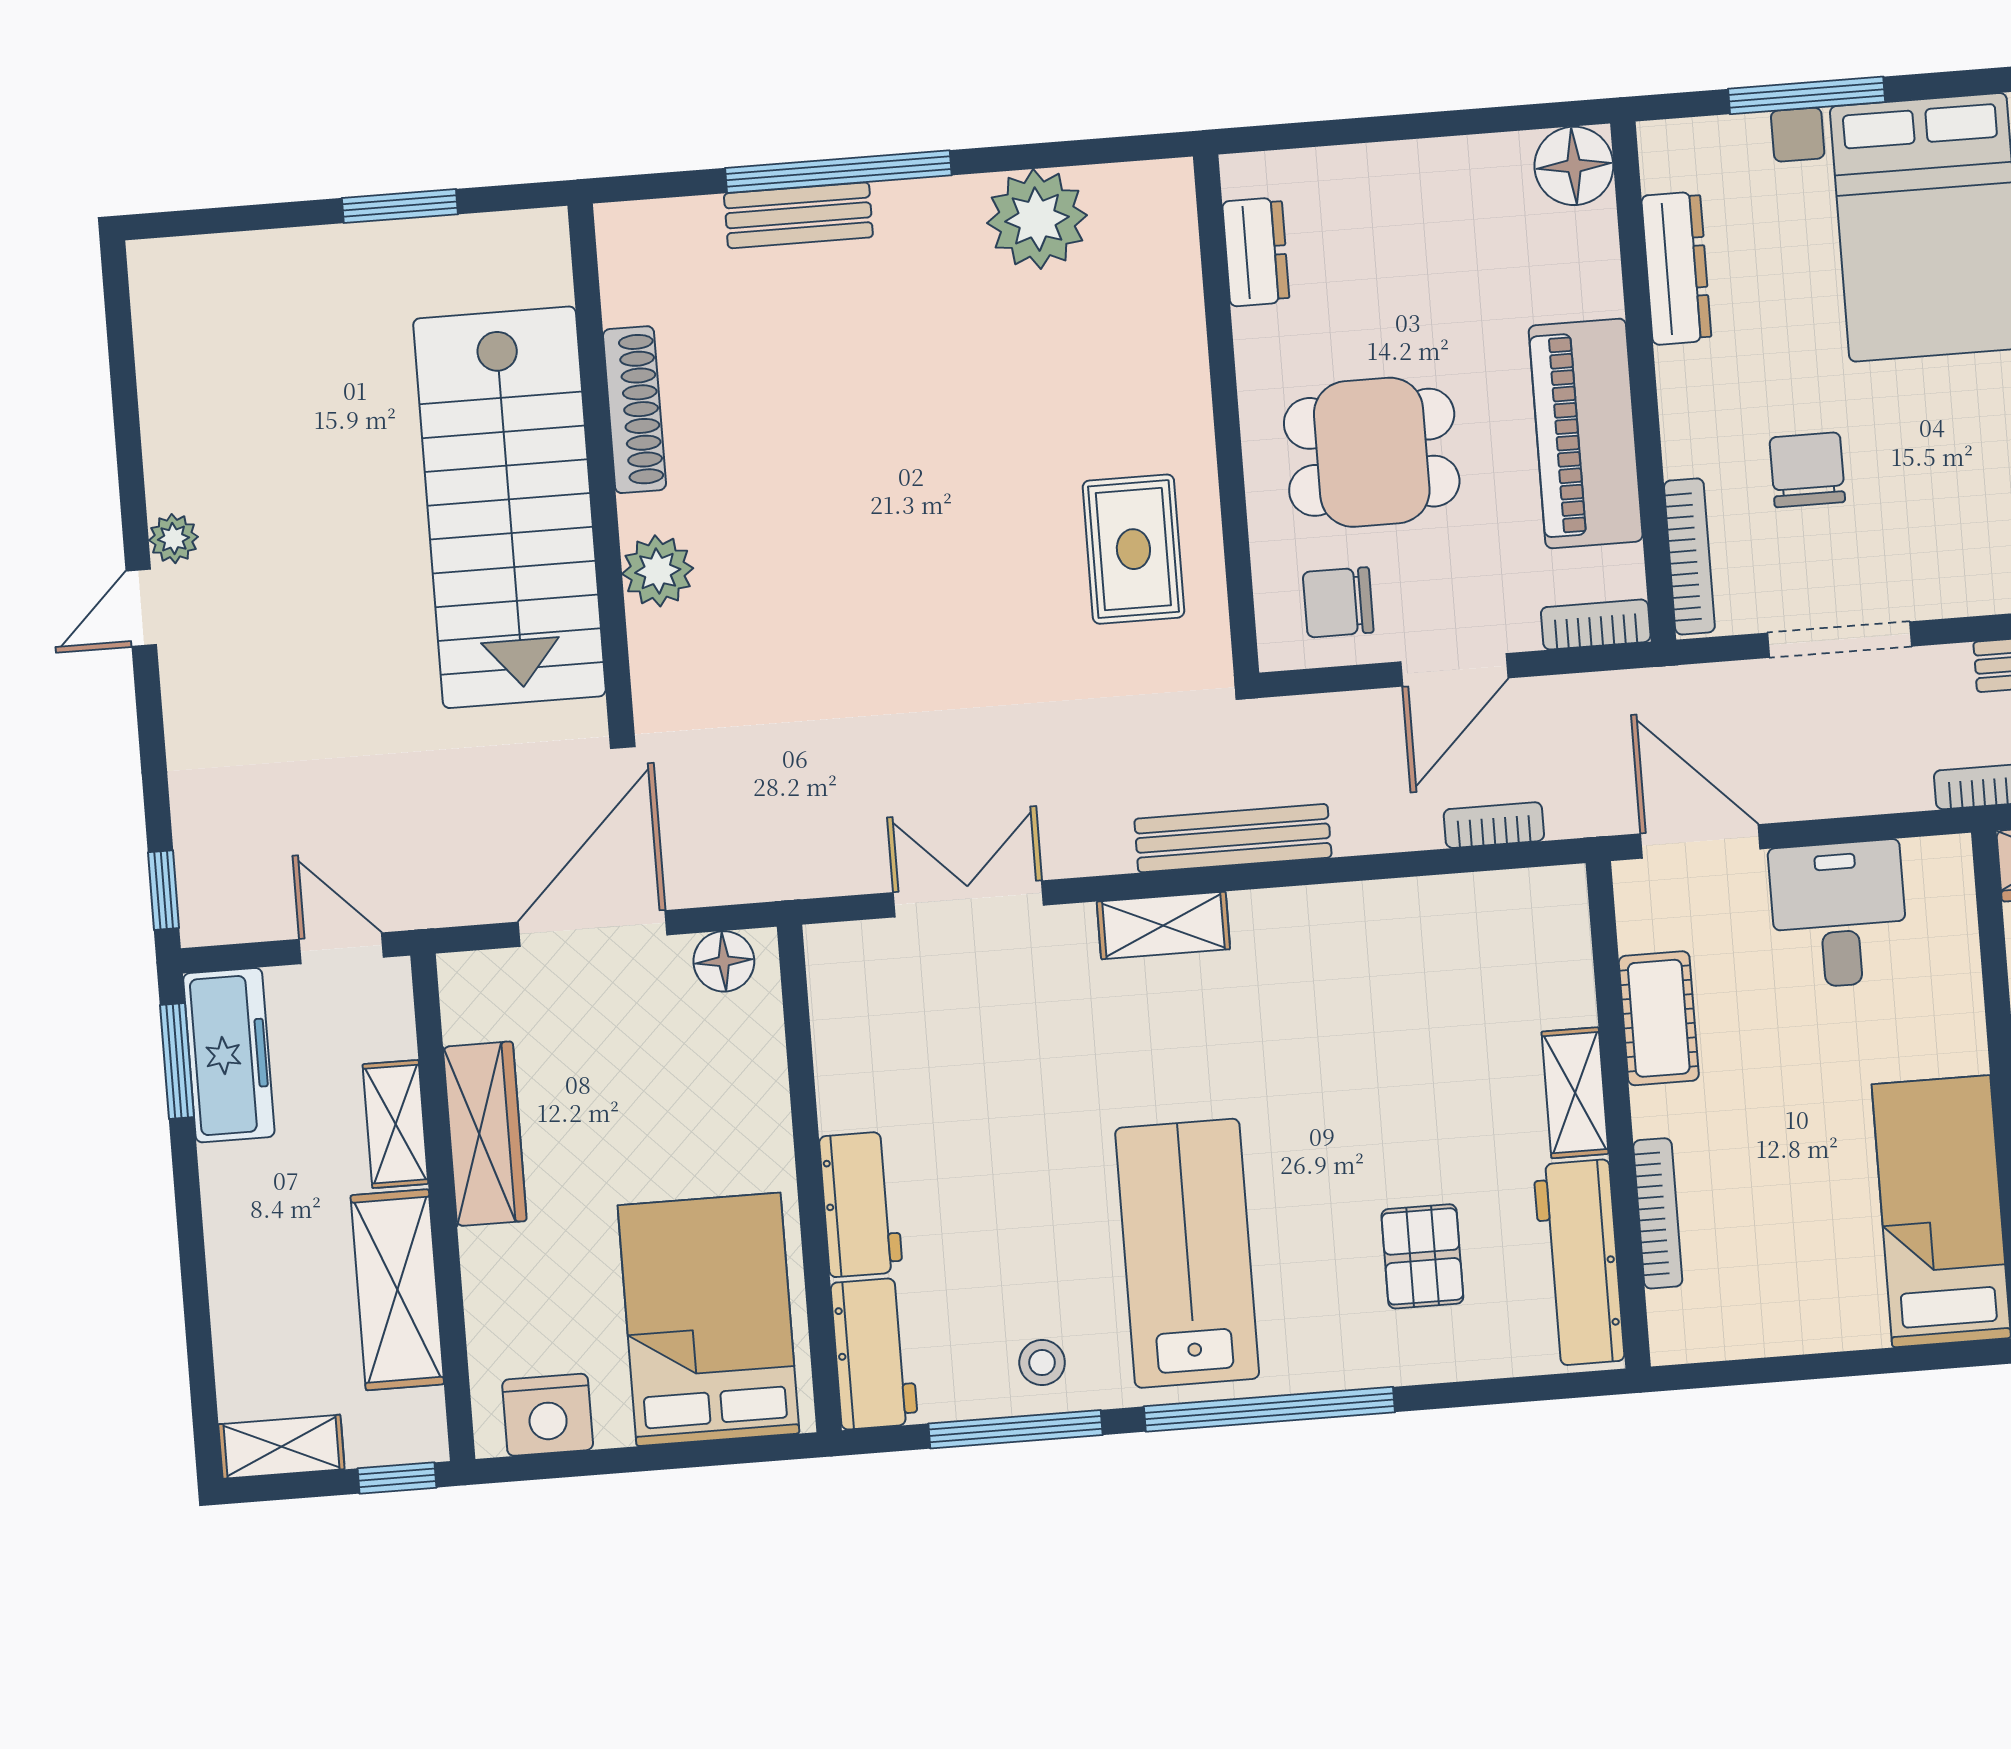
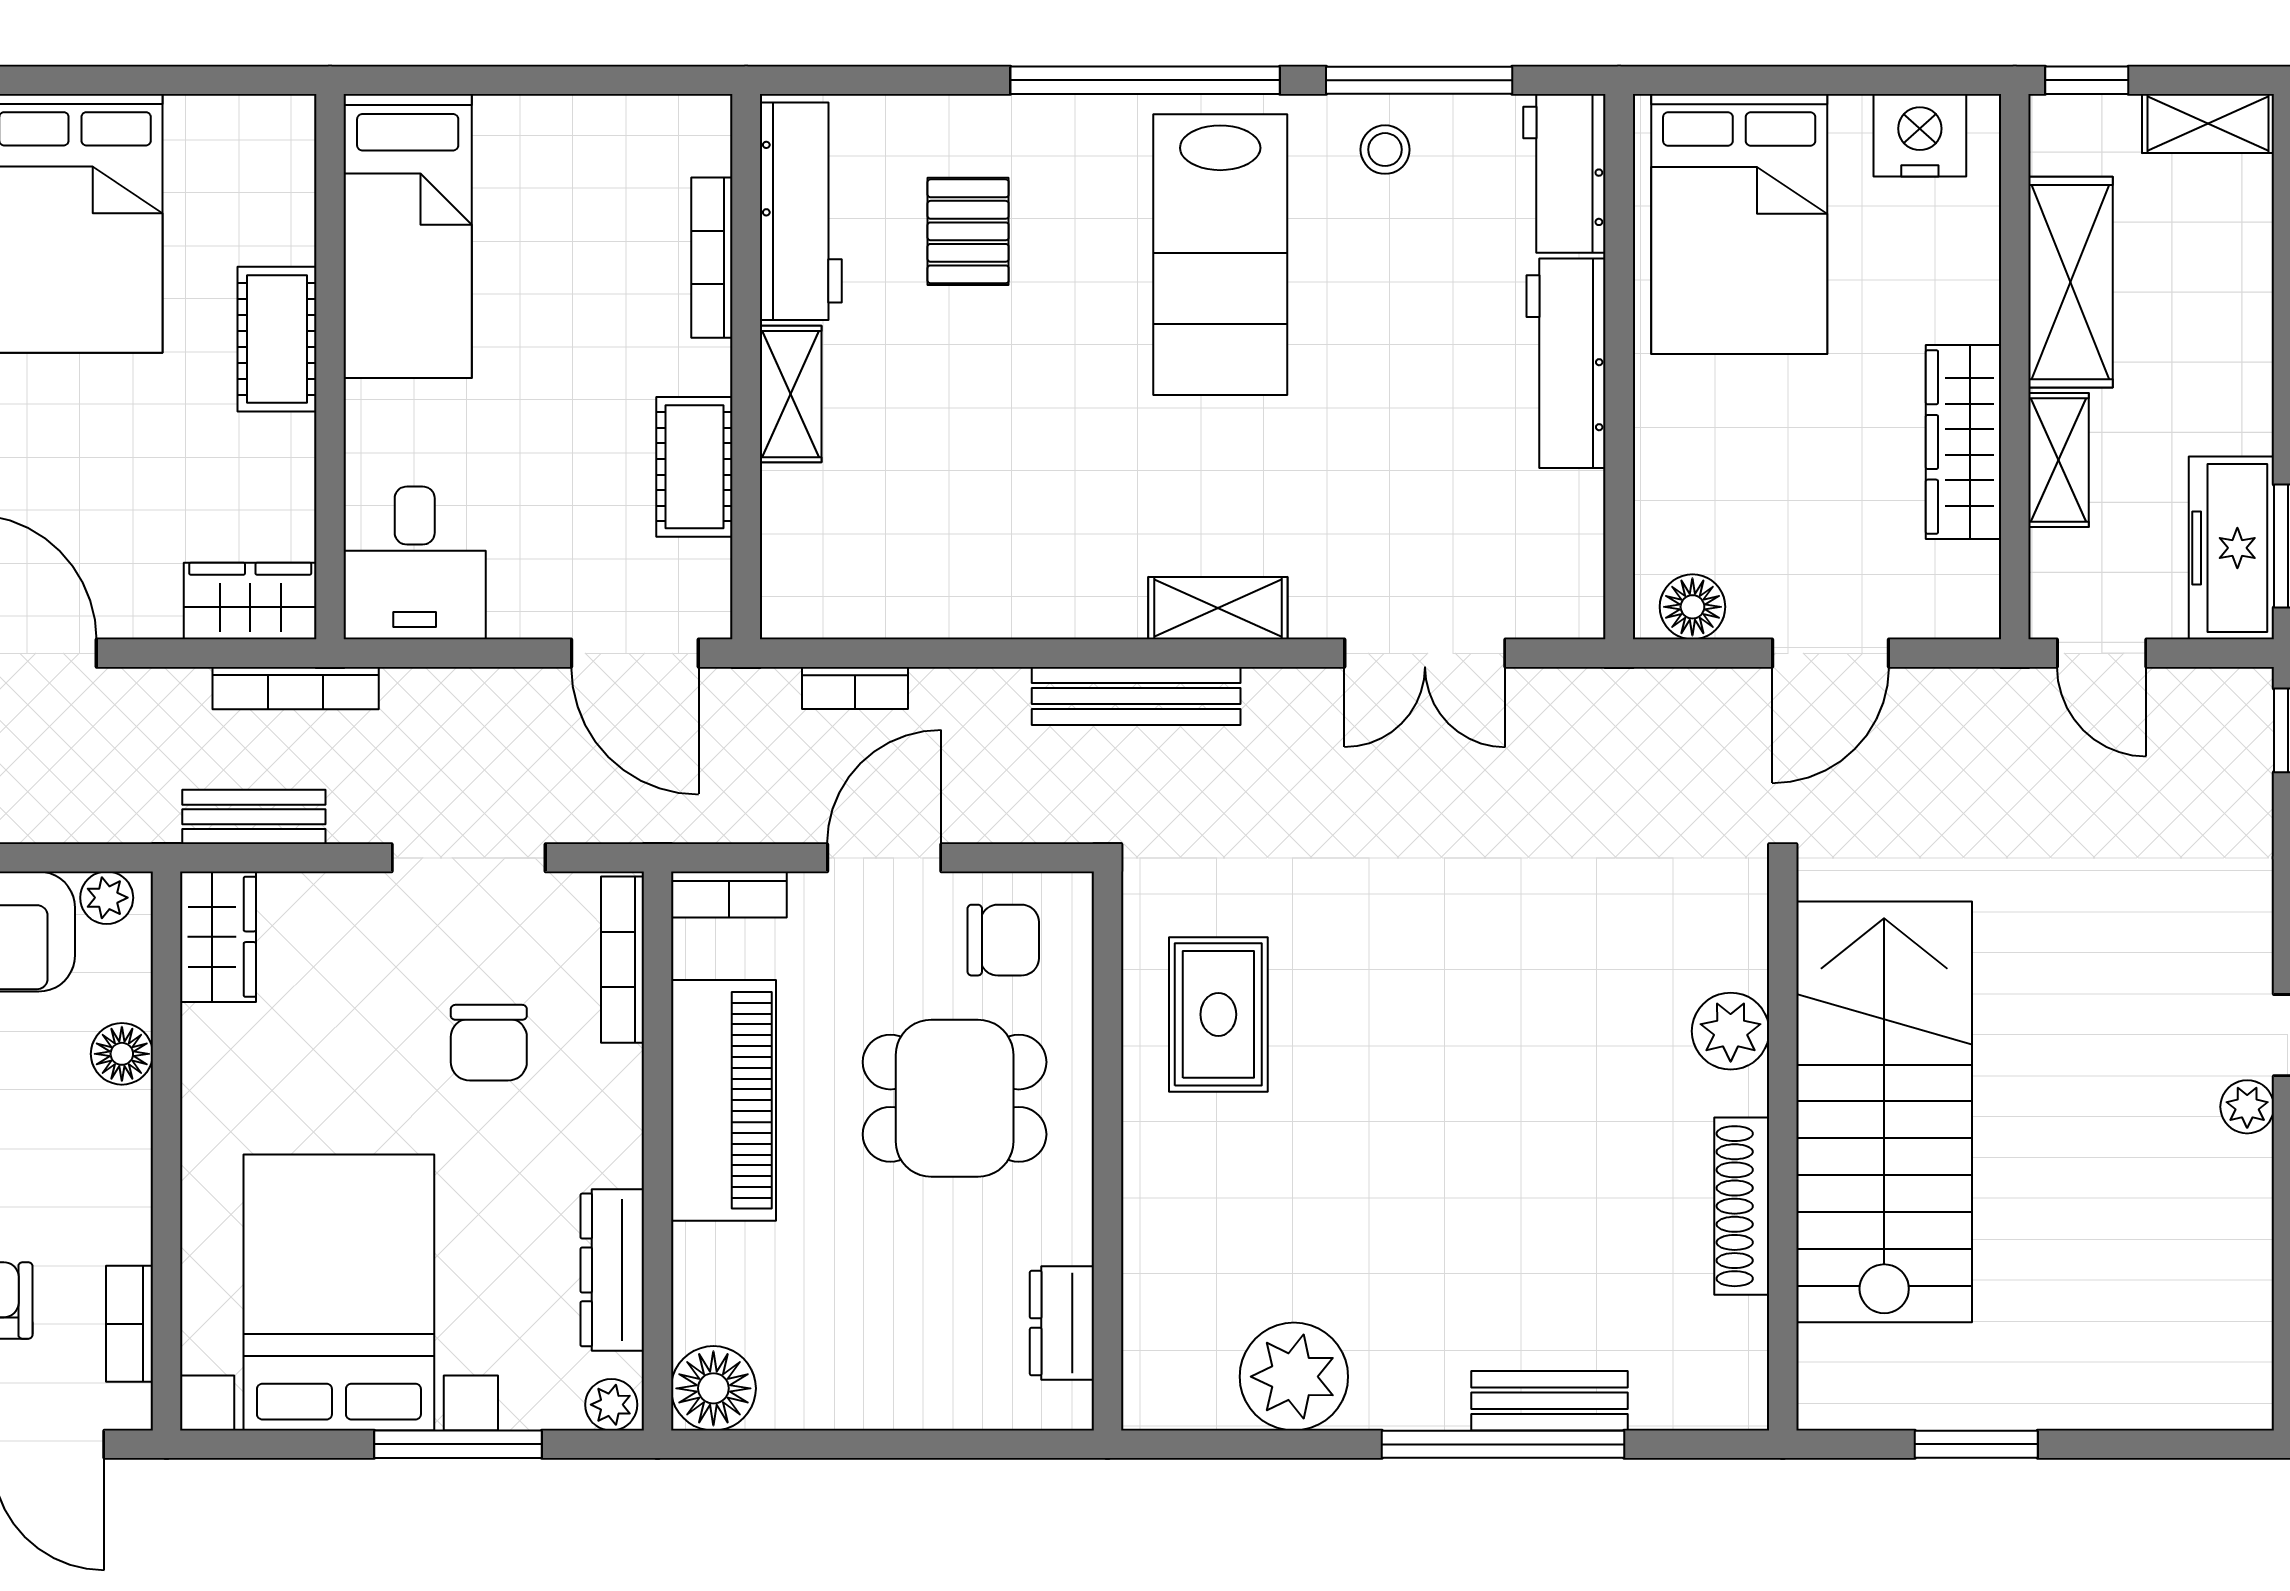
plant: (1667, 143) -> (611, 1405), added
desk: (1839, 914) -> (415, 563), moved
door: (593, 928) -> (1831, 653), width x0.73
workbench: (861, 1204) -> (1566, 363), width x1.38

